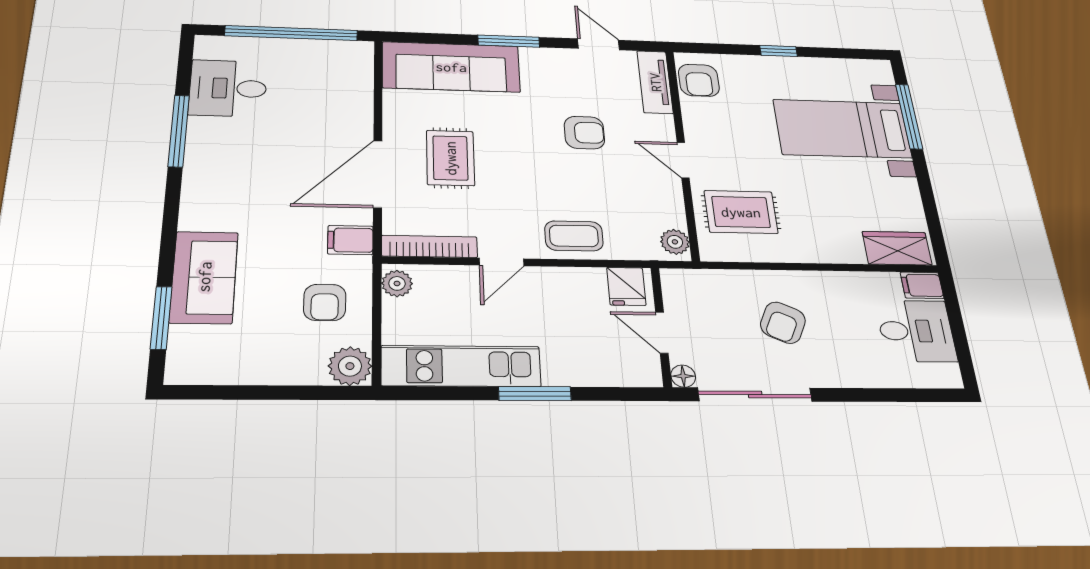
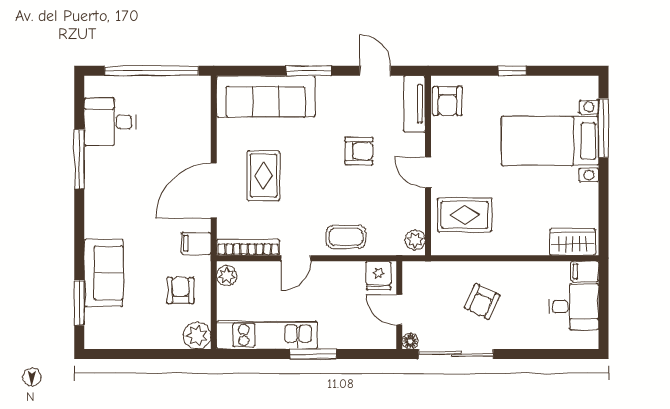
armchair: (325, 302) -> (180, 290), turned 180

